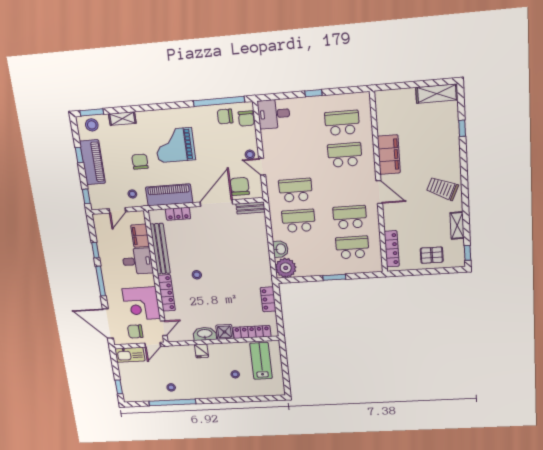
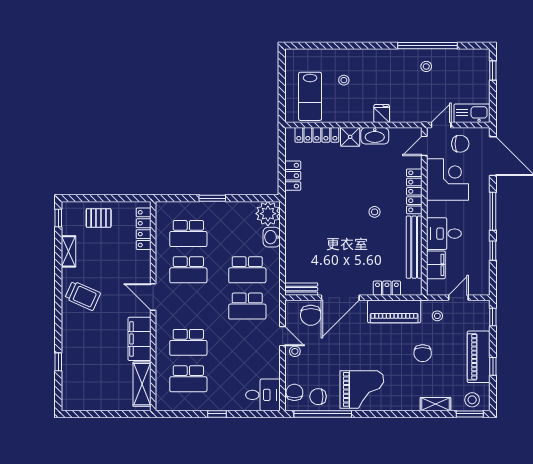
shelving: (437, 94) -> (142, 384), moved, turned 90
chair: (225, 116) -> (318, 397), turned 180
grand piano: (175, 145) -> (362, 389), moved

